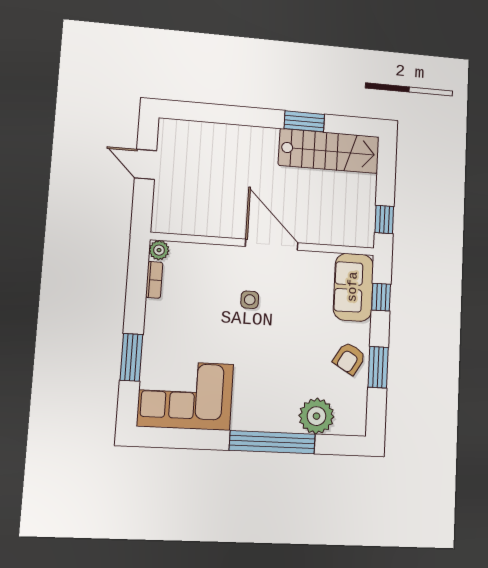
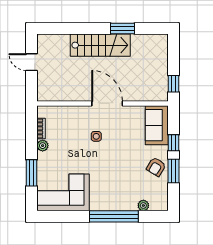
stairs: (329, 151) -> (100, 45), moved
plant: (159, 250) -> (43, 146), moved
window: (381, 297) -> (173, 143), moved
plant: (316, 416) -> (143, 205), width x0.53, depth x0.53

